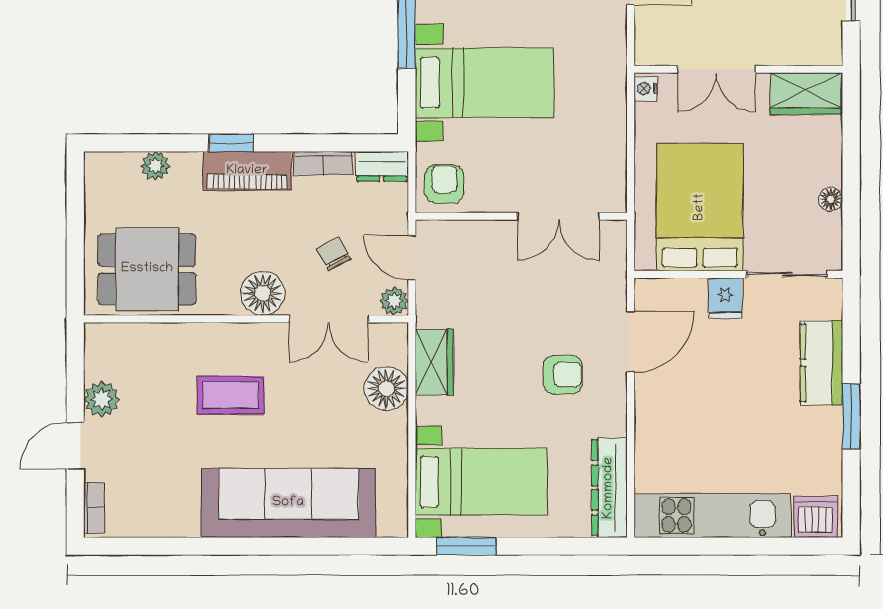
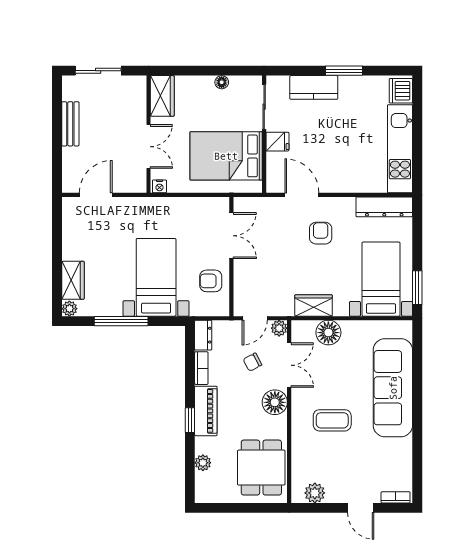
armchair: (444, 184) -> (211, 281), moved
coffee table: (231, 395) -> (332, 420), turned 90
plant: (102, 399) -> (315, 493), moved

